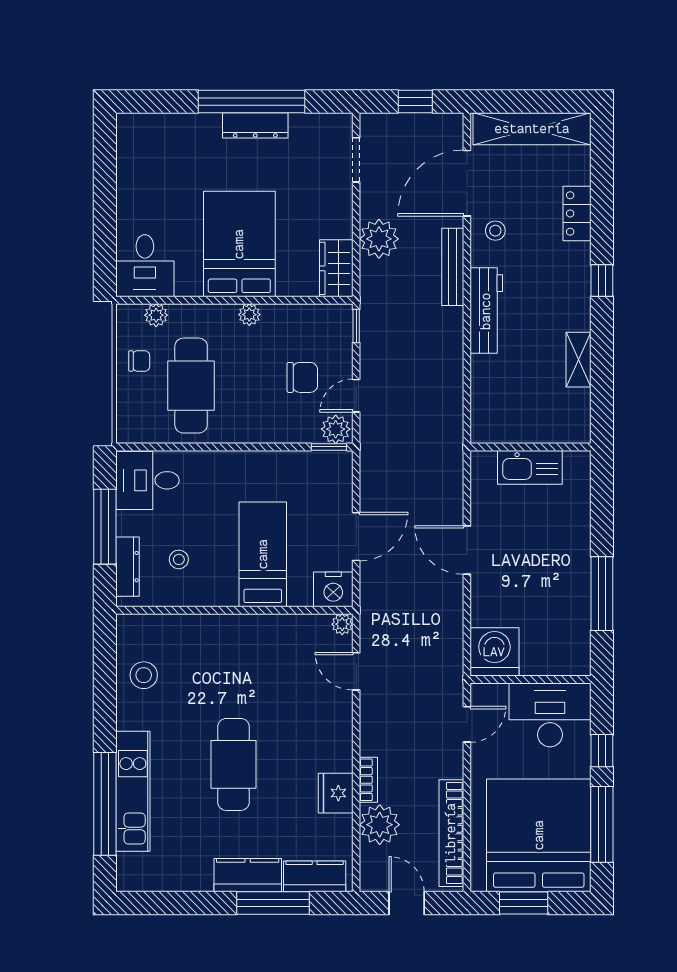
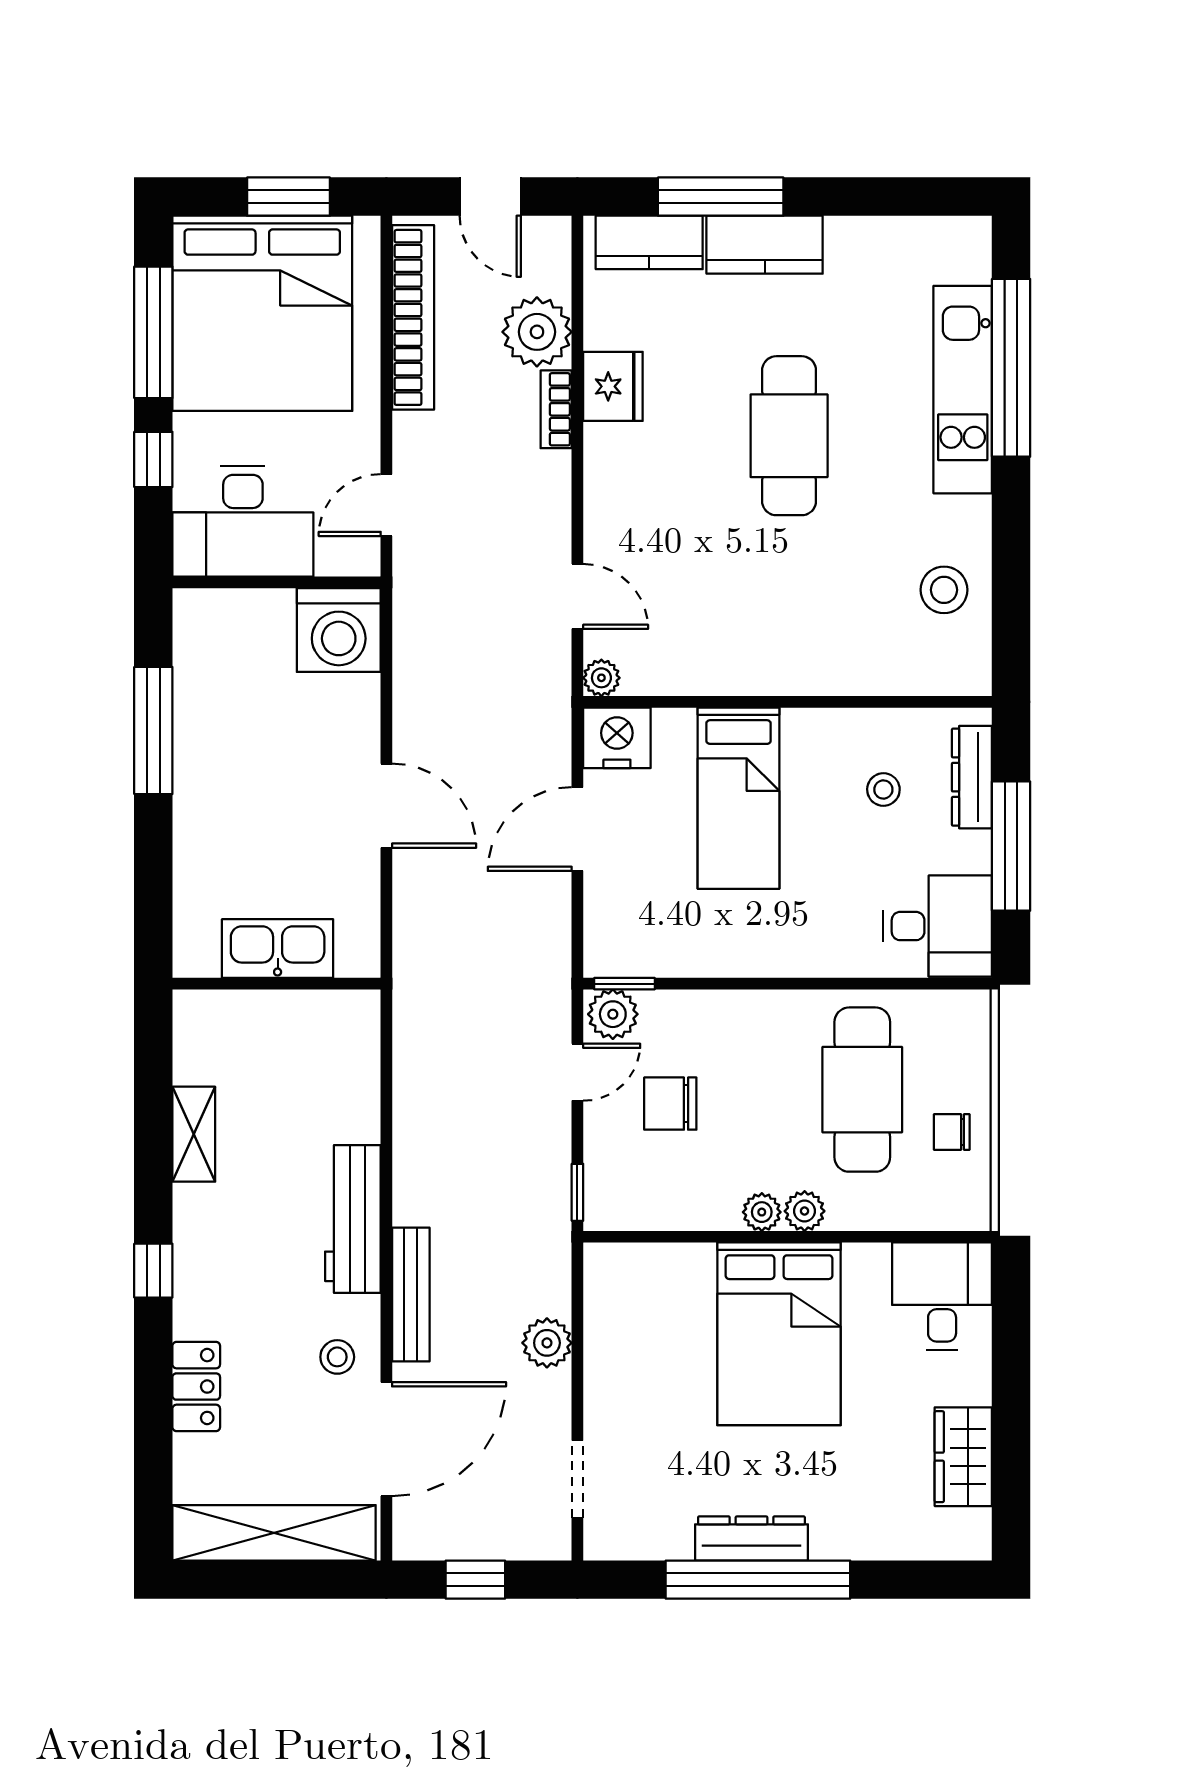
plant: (379, 239) -> (547, 1343), width x0.73, depth x0.73
wardrobe: (336, 268) -> (963, 1457), moved, turned 180
plant: (156, 315) -> (805, 1211), moved

